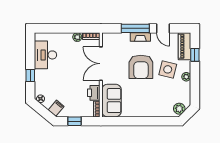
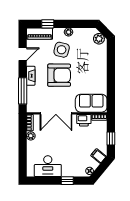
window: (135, 28) -> (23, 91), moved

